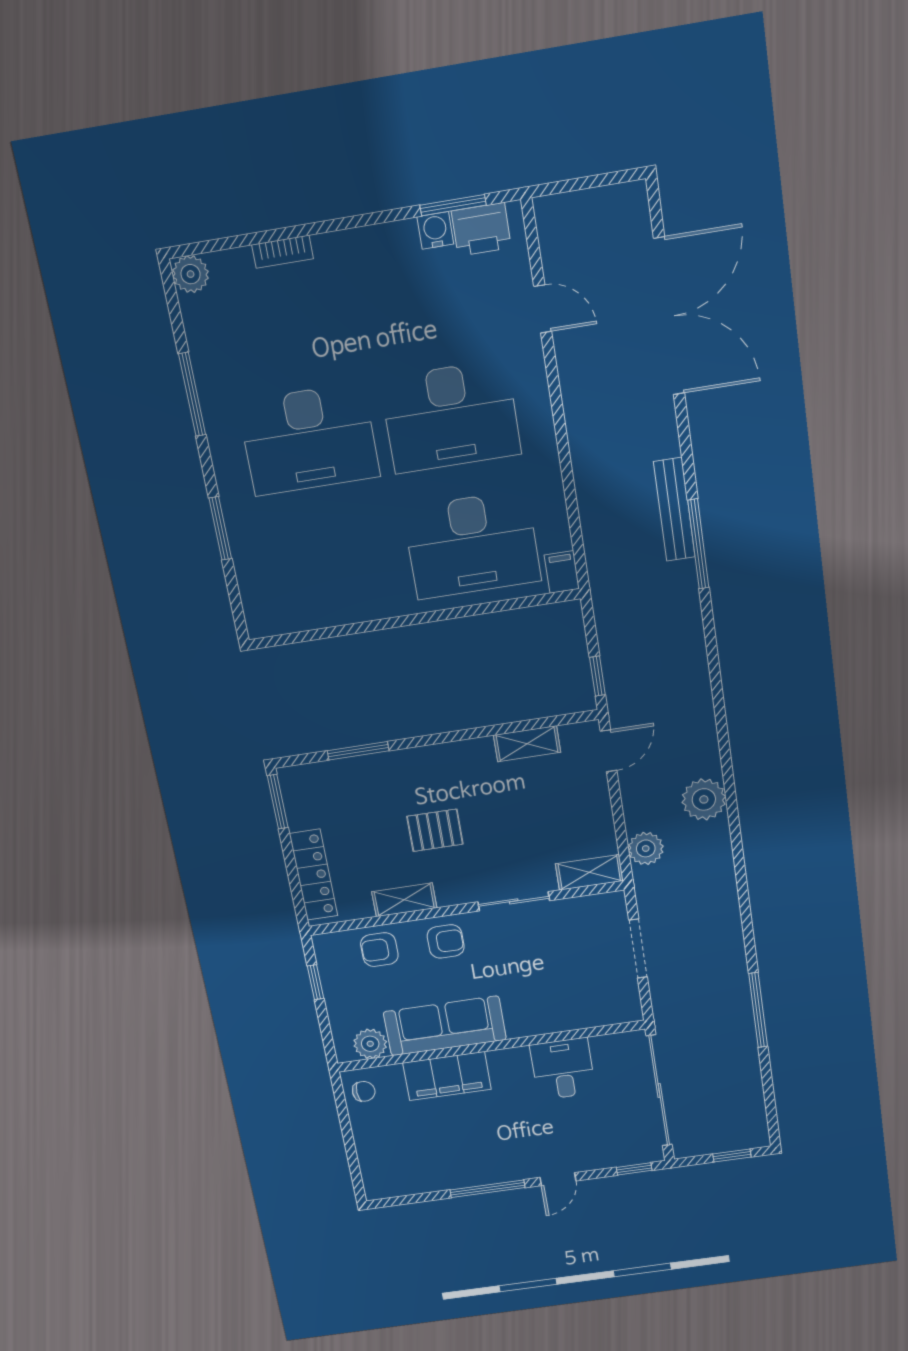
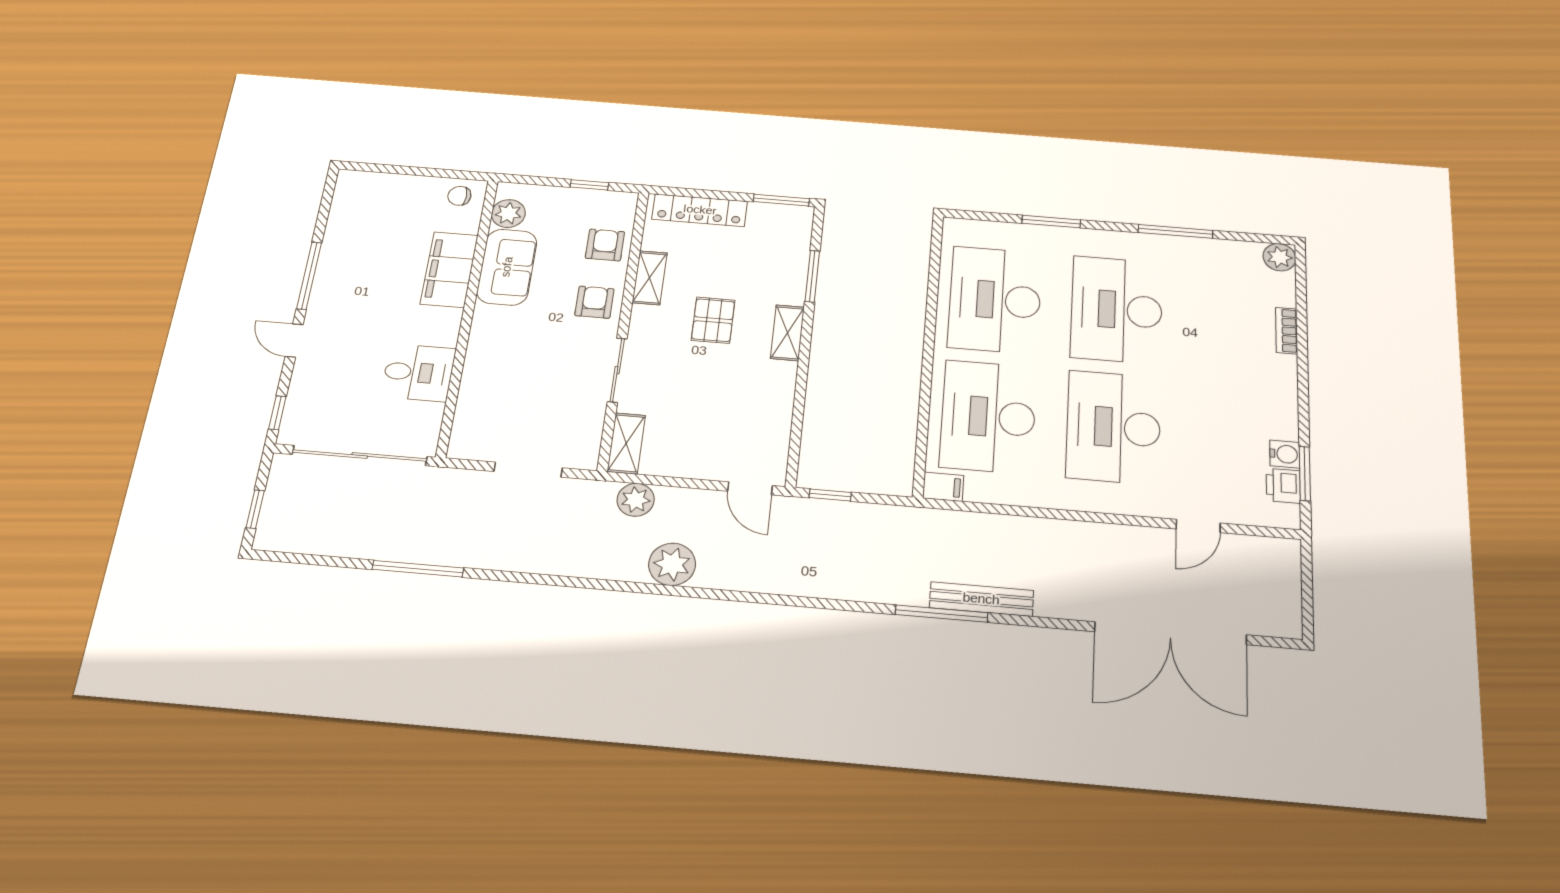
printer: (481, 229) -> (1283, 486), width x0.73, depth x0.81
desk: (333, 567) -> (995, 300), added
shelving: (527, 744) -> (788, 333), moved
armchair: (446, 941) -> (594, 302), turned 180
sofa: (445, 1026) -> (507, 267), width x0.73
chair: (364, 1091) -> (459, 196), turned 91

